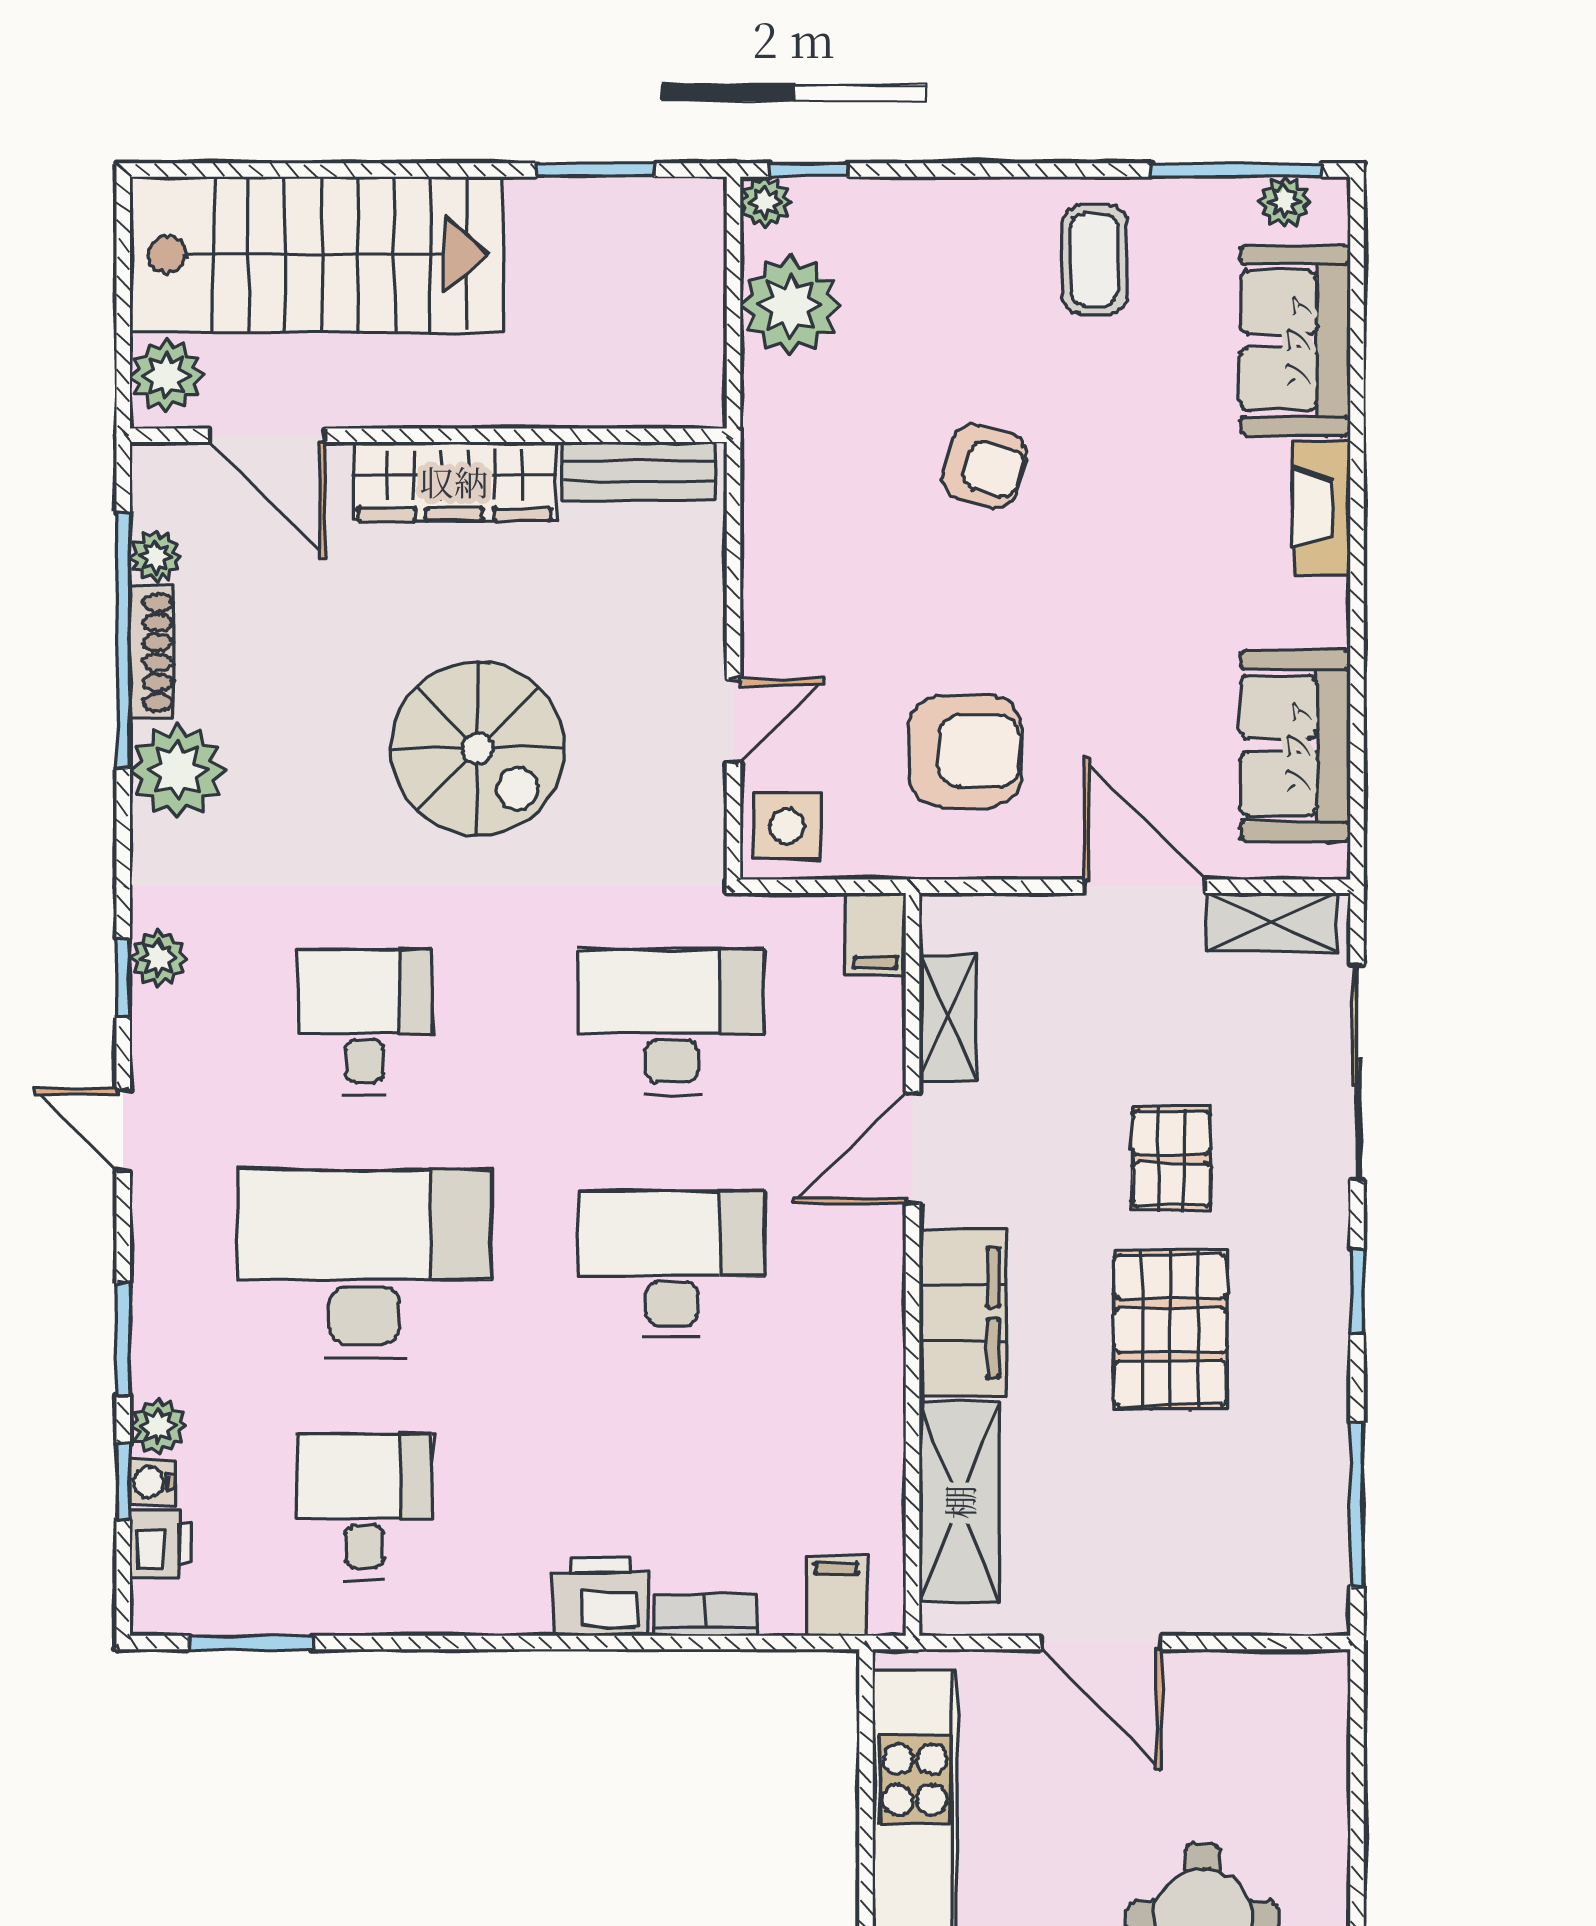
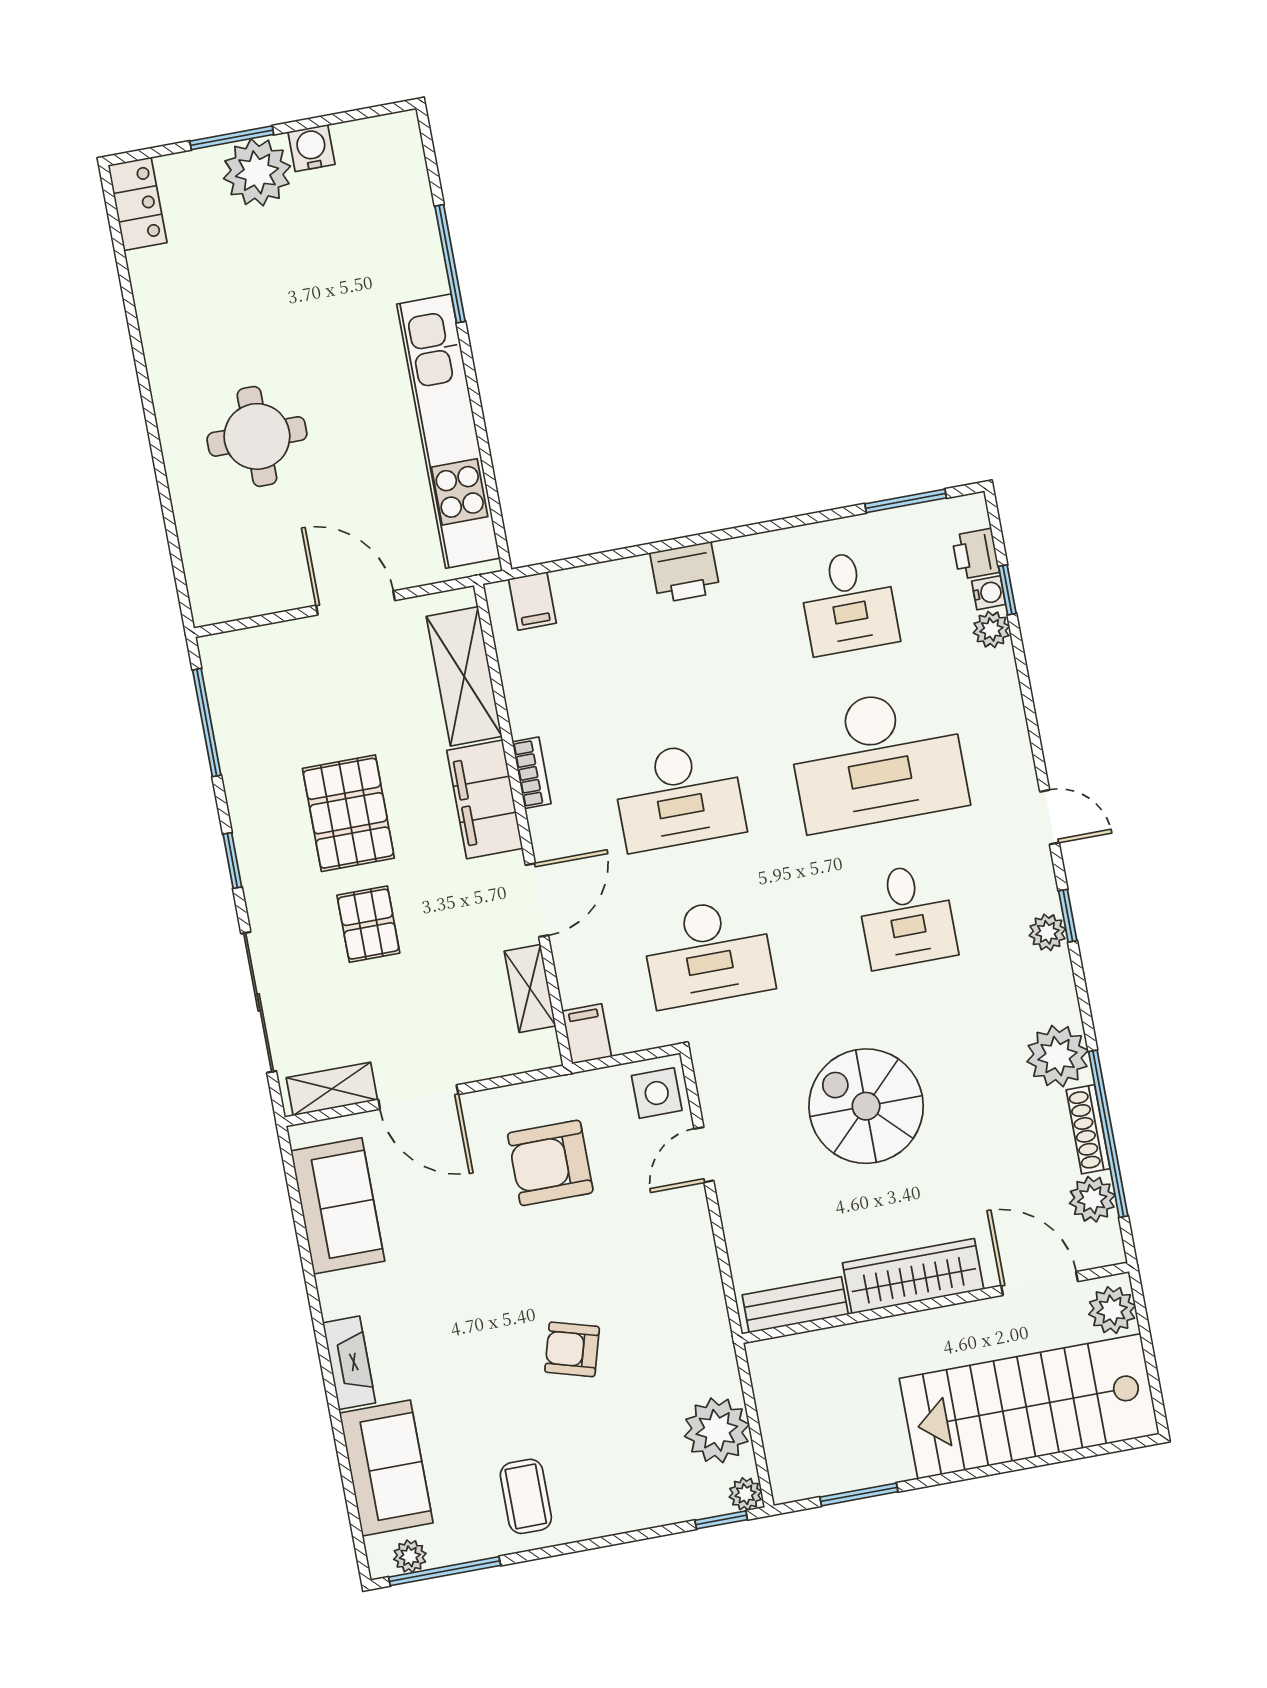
plant: (156, 556) -> (1092, 1199), width x1.38, depth x1.38
window: (123, 1339) -> (1024, 682), removed
bookcase: (705, 1615) -> (532, 773), moved, turned -90

